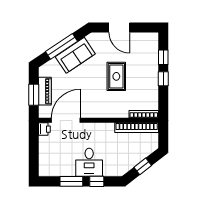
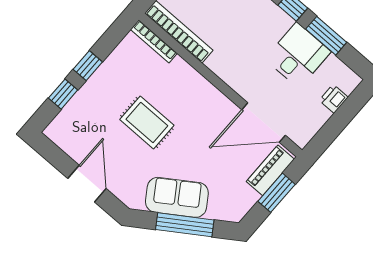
rug: (116, 76) -> (147, 122), turned 90
piano: (45, 91) -> (270, 170), moved
printer: (44, 129) -> (334, 99), moved
desk: (89, 162) -> (298, 55), moved

